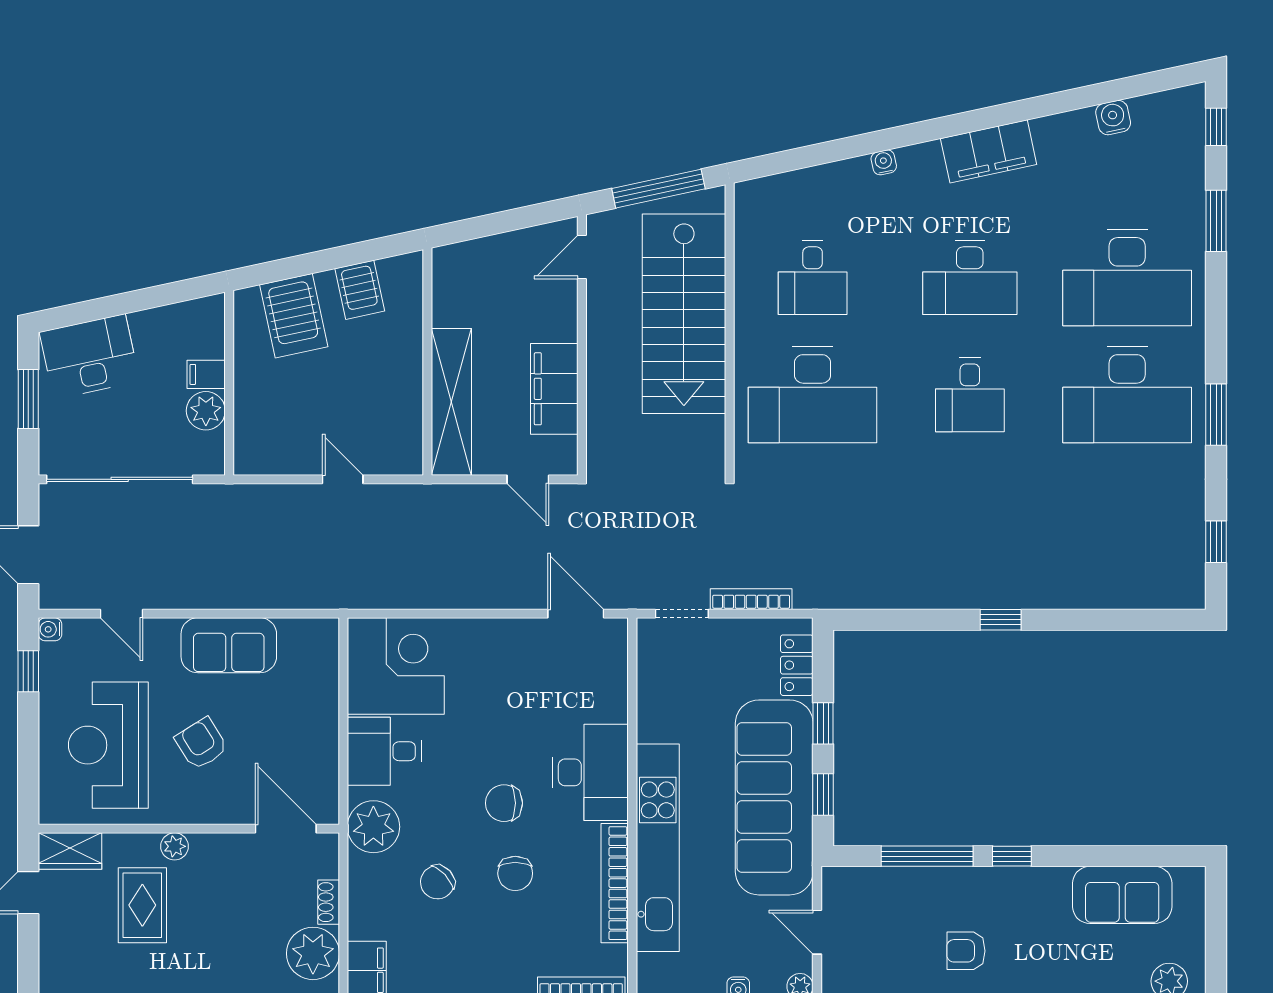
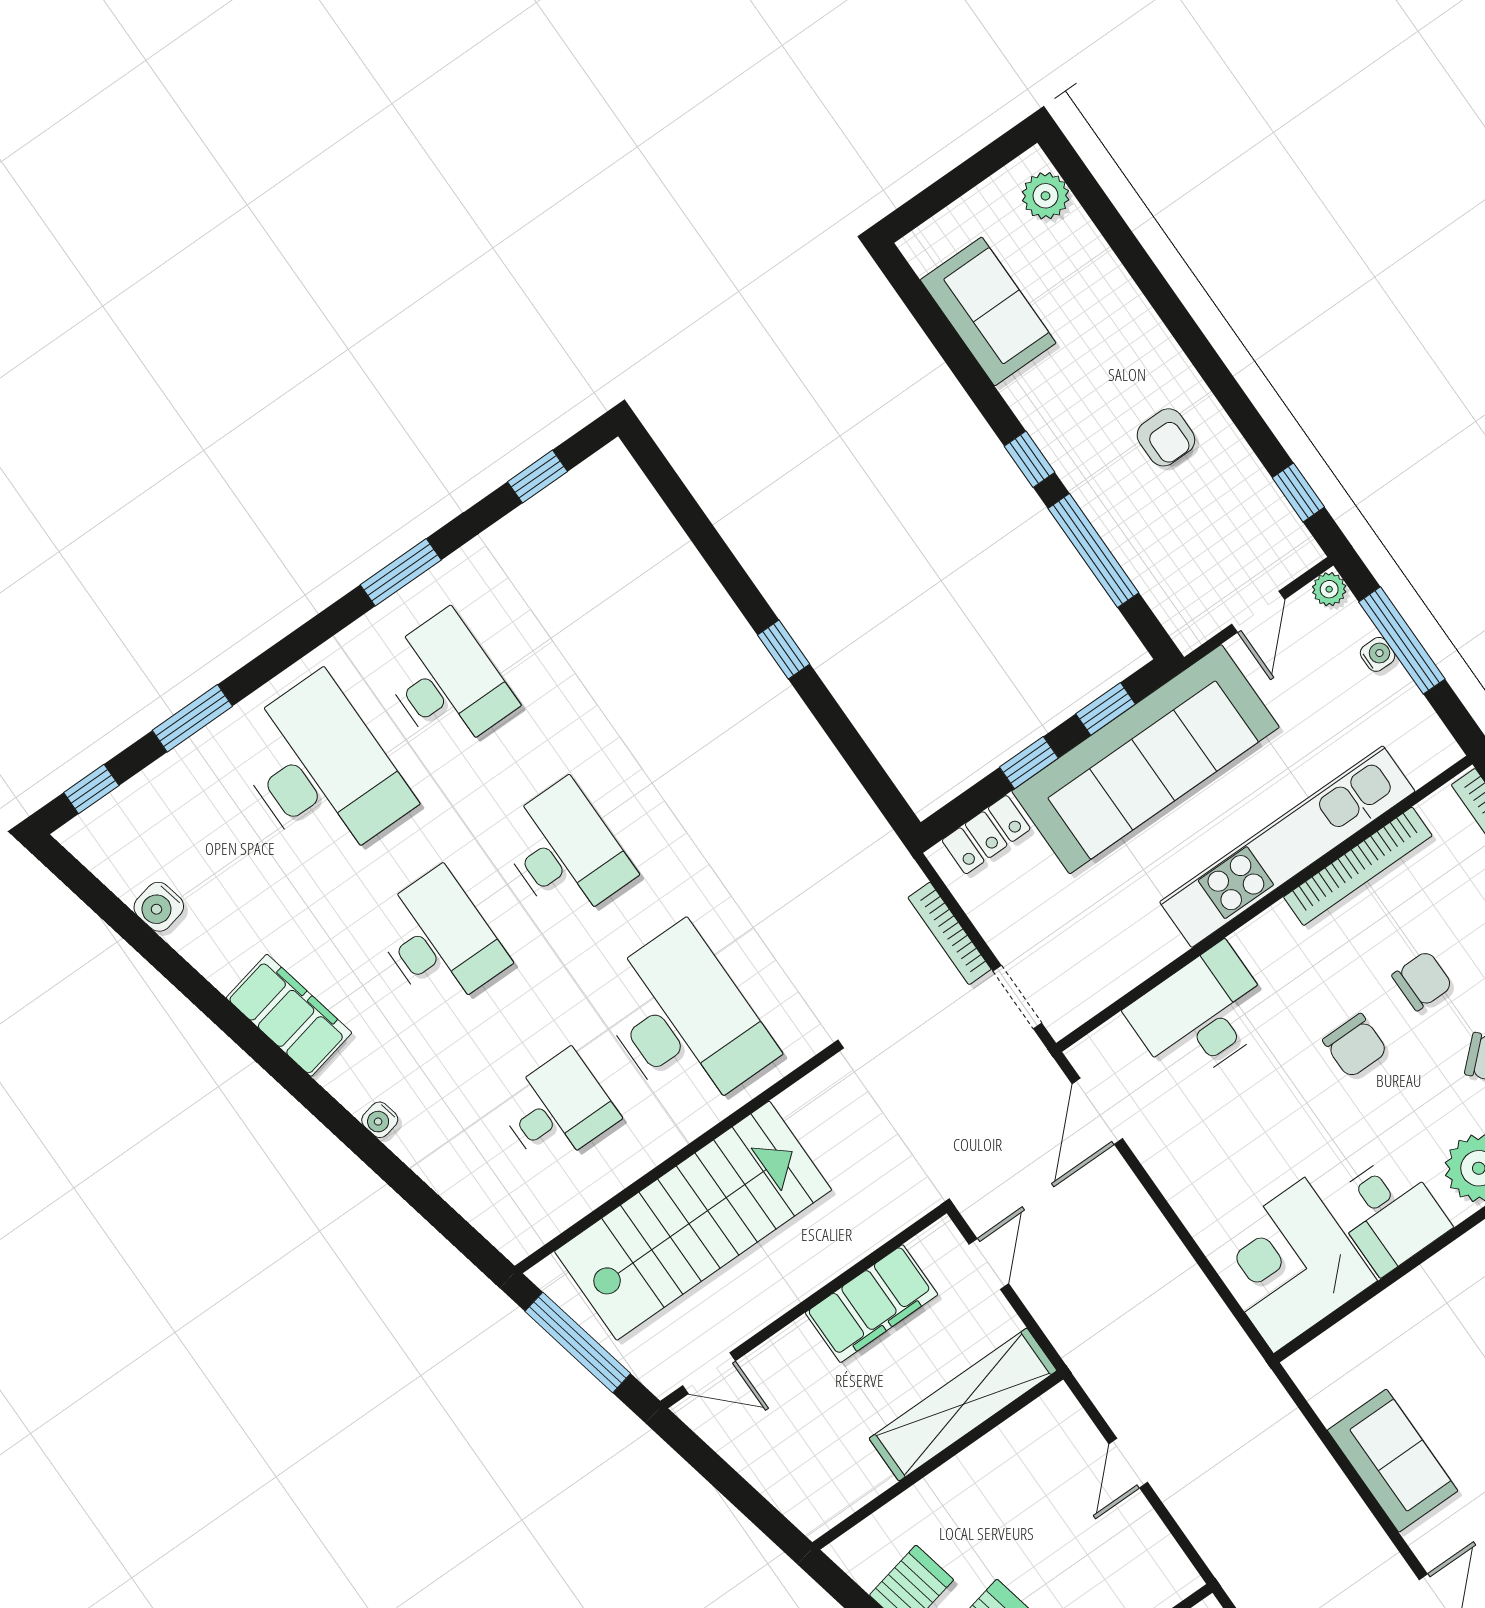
desk: (970, 395) -> (565, 852), width x1.37
desk: (1127, 395) -> (447, 683), width x0.73, depth x0.77
desk: (590, 772) -> (1201, 1015), moved

